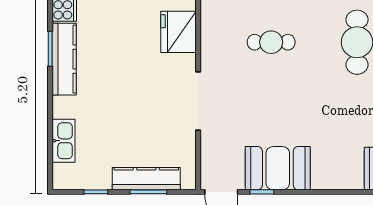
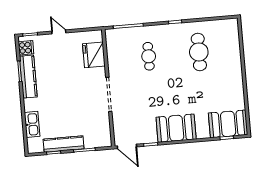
cafe table: (271, 42) -> (149, 56), turned 90
booth: (278, 168) -> (176, 128), moved
kitchen counter: (146, 179) -> (64, 144), moved

